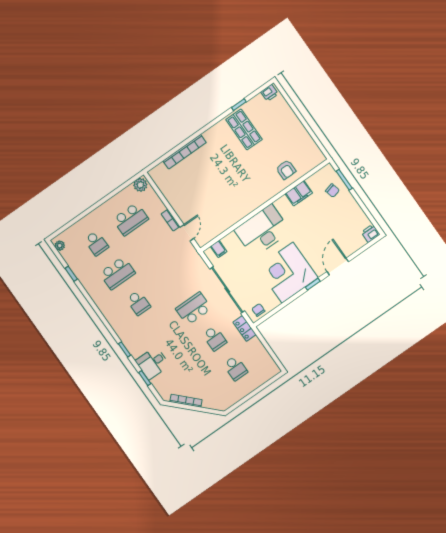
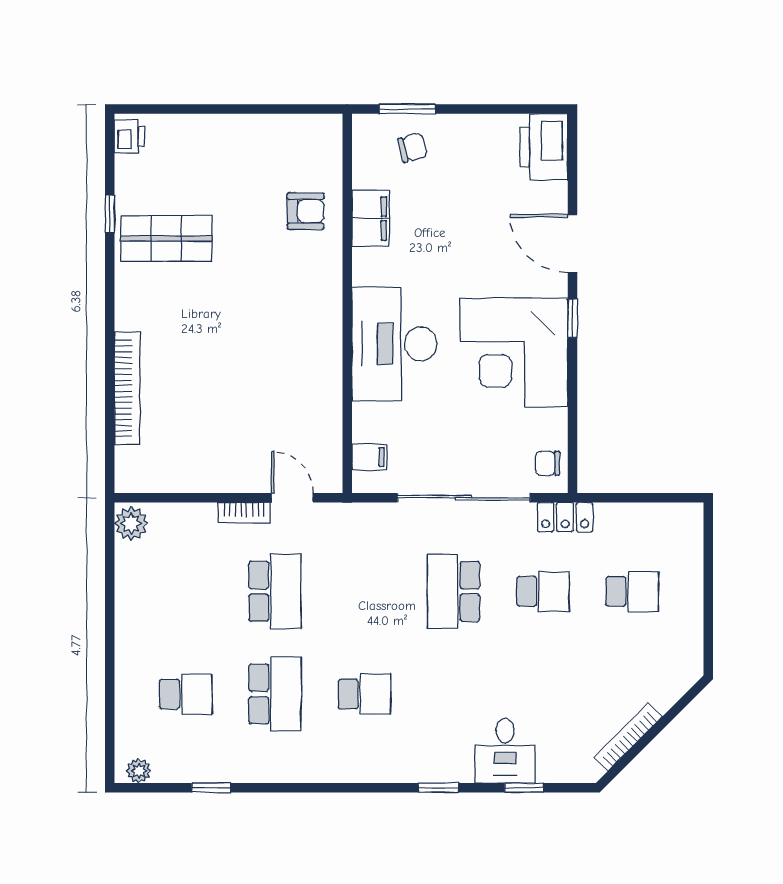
school desk: (131, 219) -> (275, 591), moved
printer: (371, 233) -> (544, 147), width x1.87, depth x1.48

